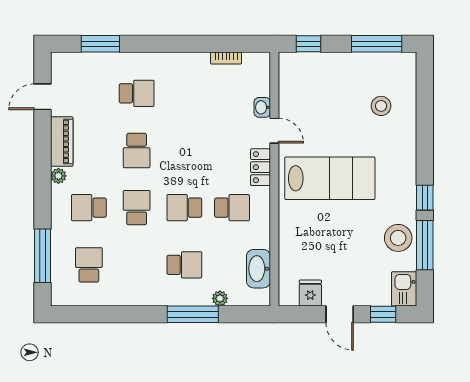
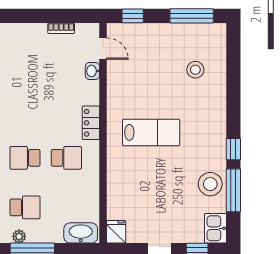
door: (274, 131) -> (103, 49), moved
lab bench: (330, 178) -> (151, 132), width x0.73, depth x0.72
washbasin: (258, 269) -> (81, 233), moved, turned 90
fridge: (310, 293) -> (116, 232), moved
plant: (220, 298) -> (19, 236), moved

